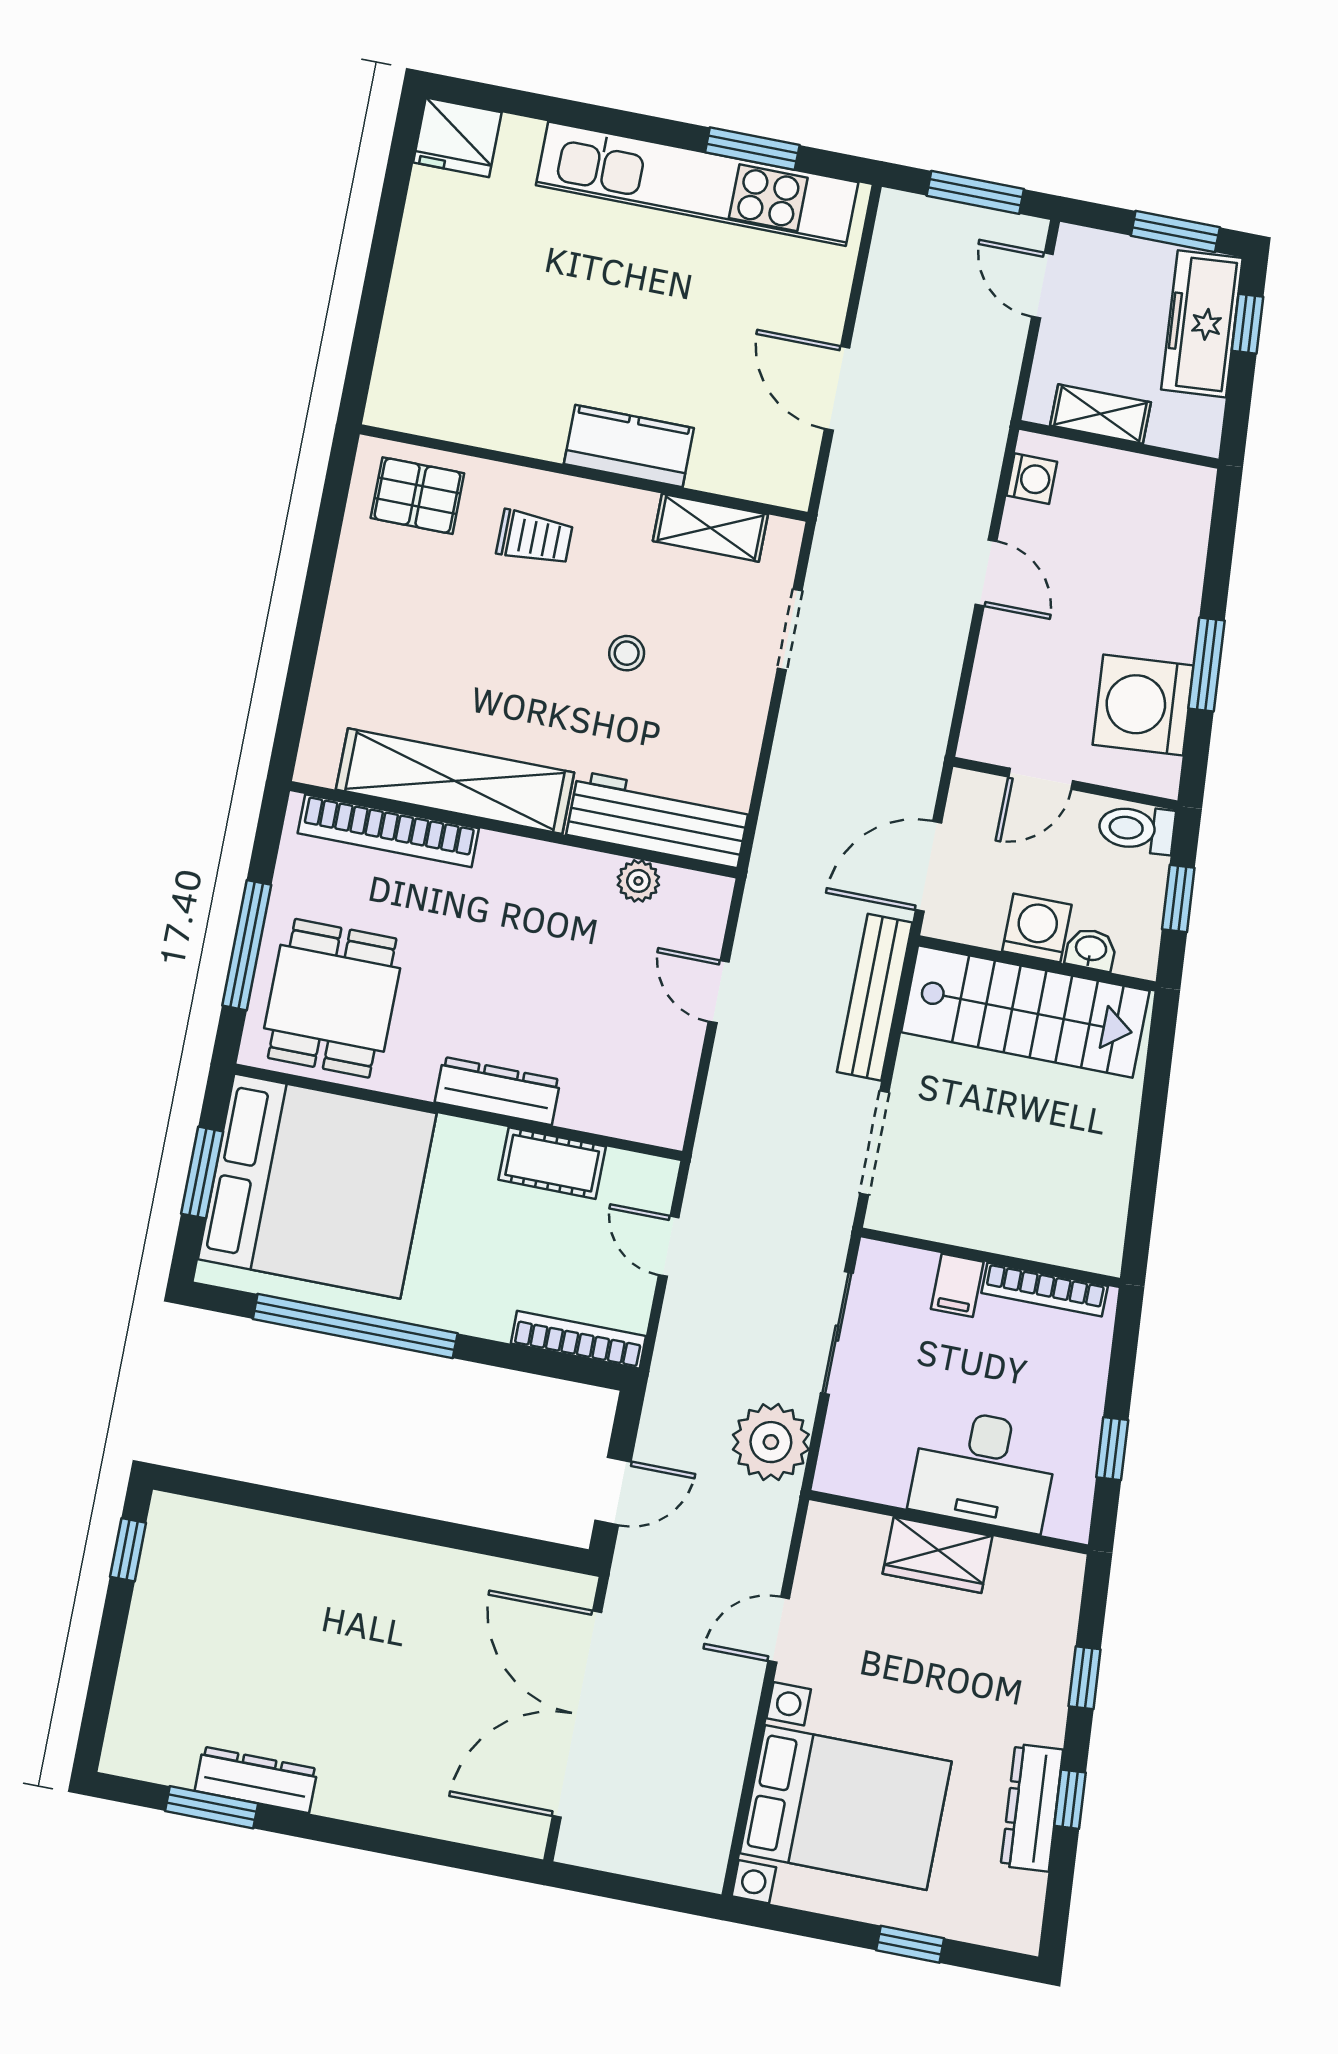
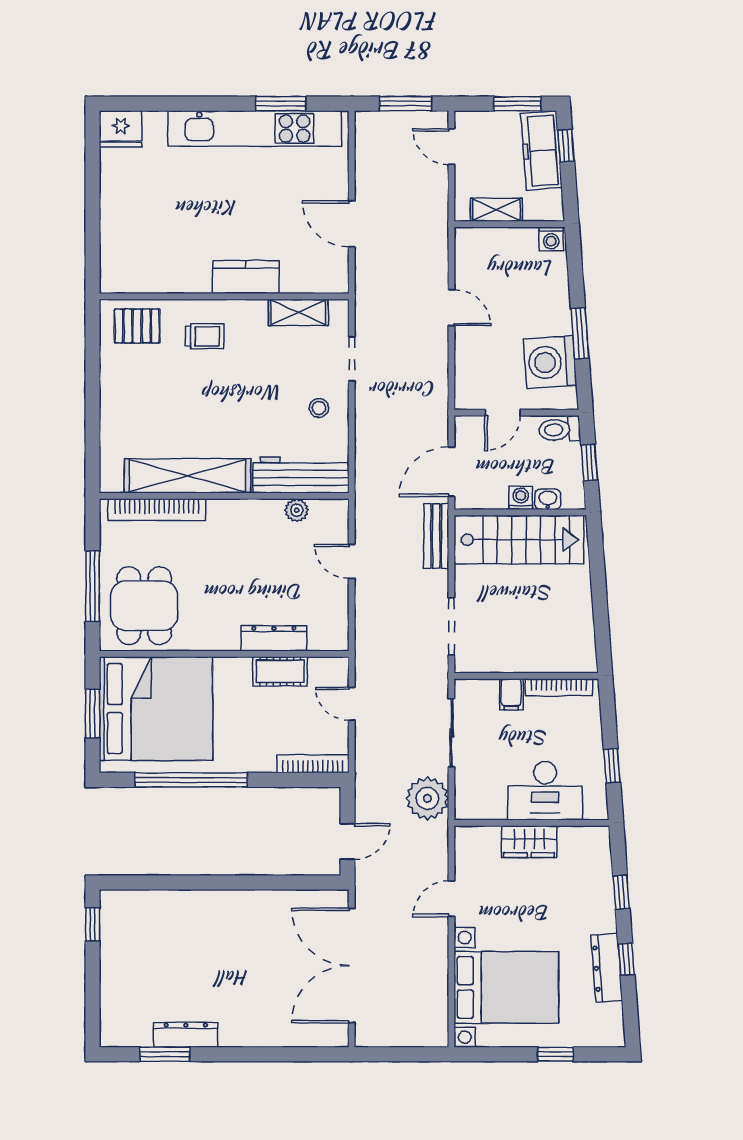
washing machine: (1032, 479) -> (551, 239), moved, turned 90
stool: (627, 653) -> (319, 408), moved
washing machine: (1037, 928) -> (521, 498), width x0.73, depth x0.73
bench: (875, 997) -> (436, 536), width x0.73
dresser: (498, 1091) -> (274, 638), moved

